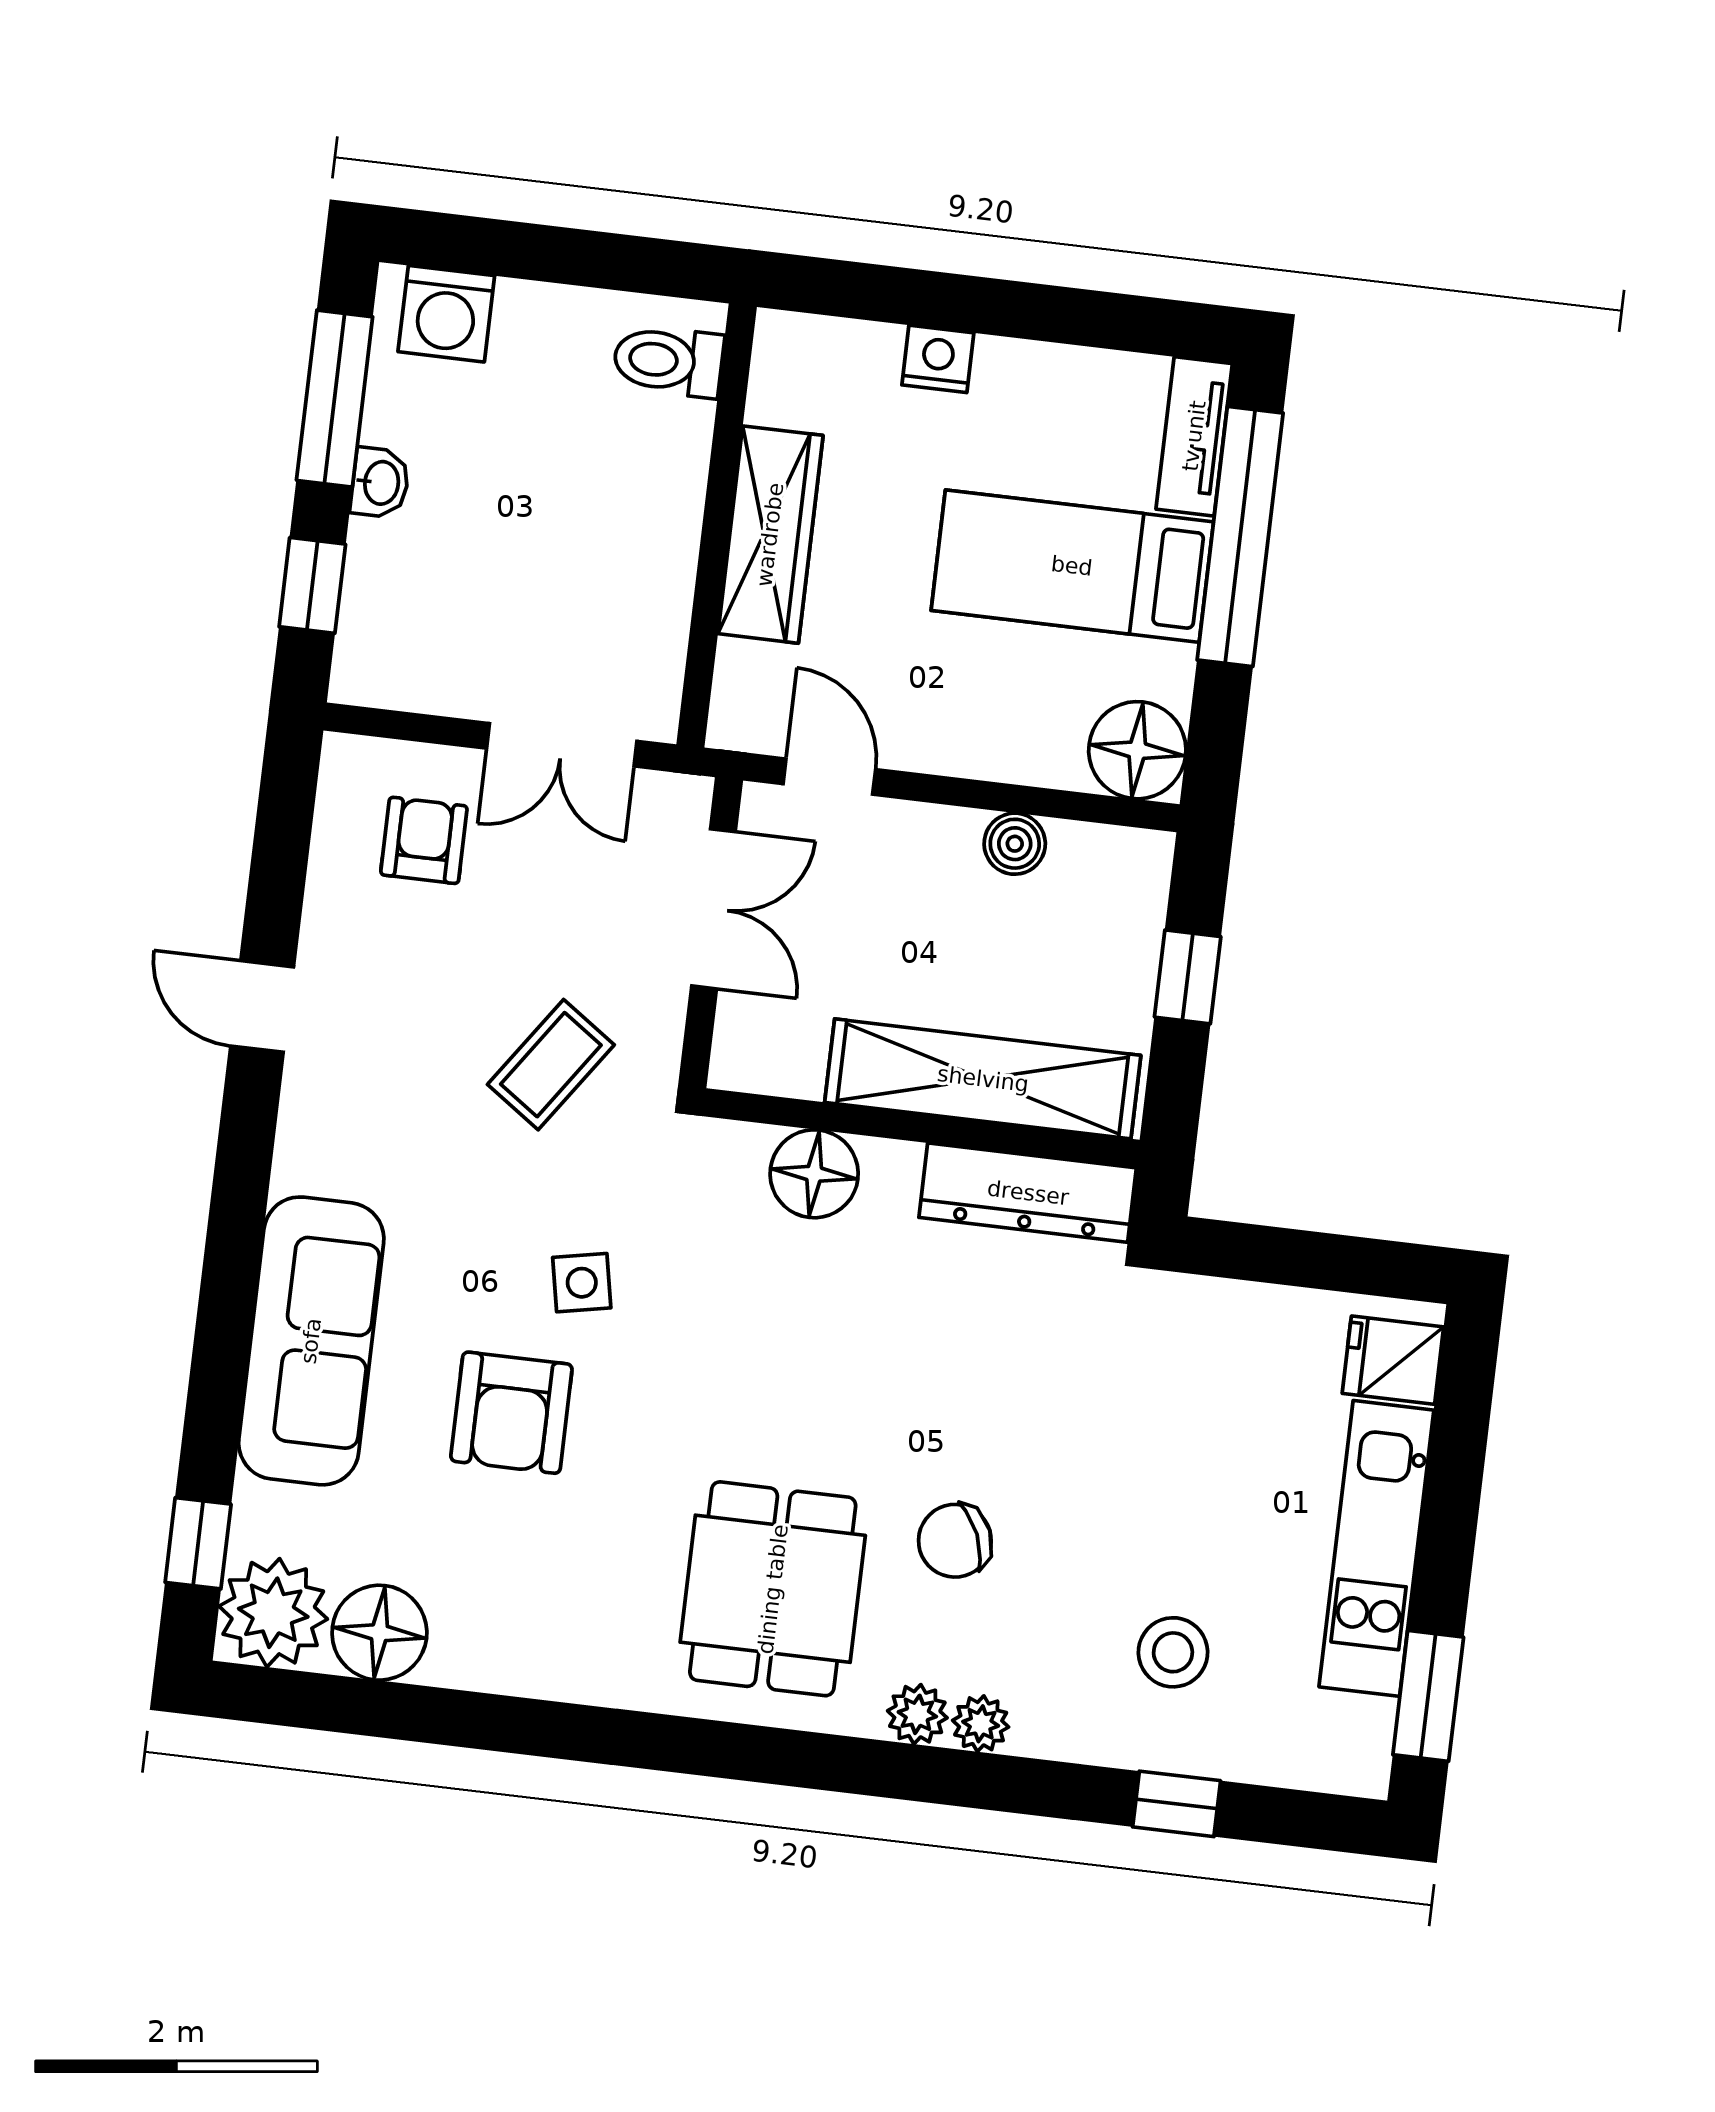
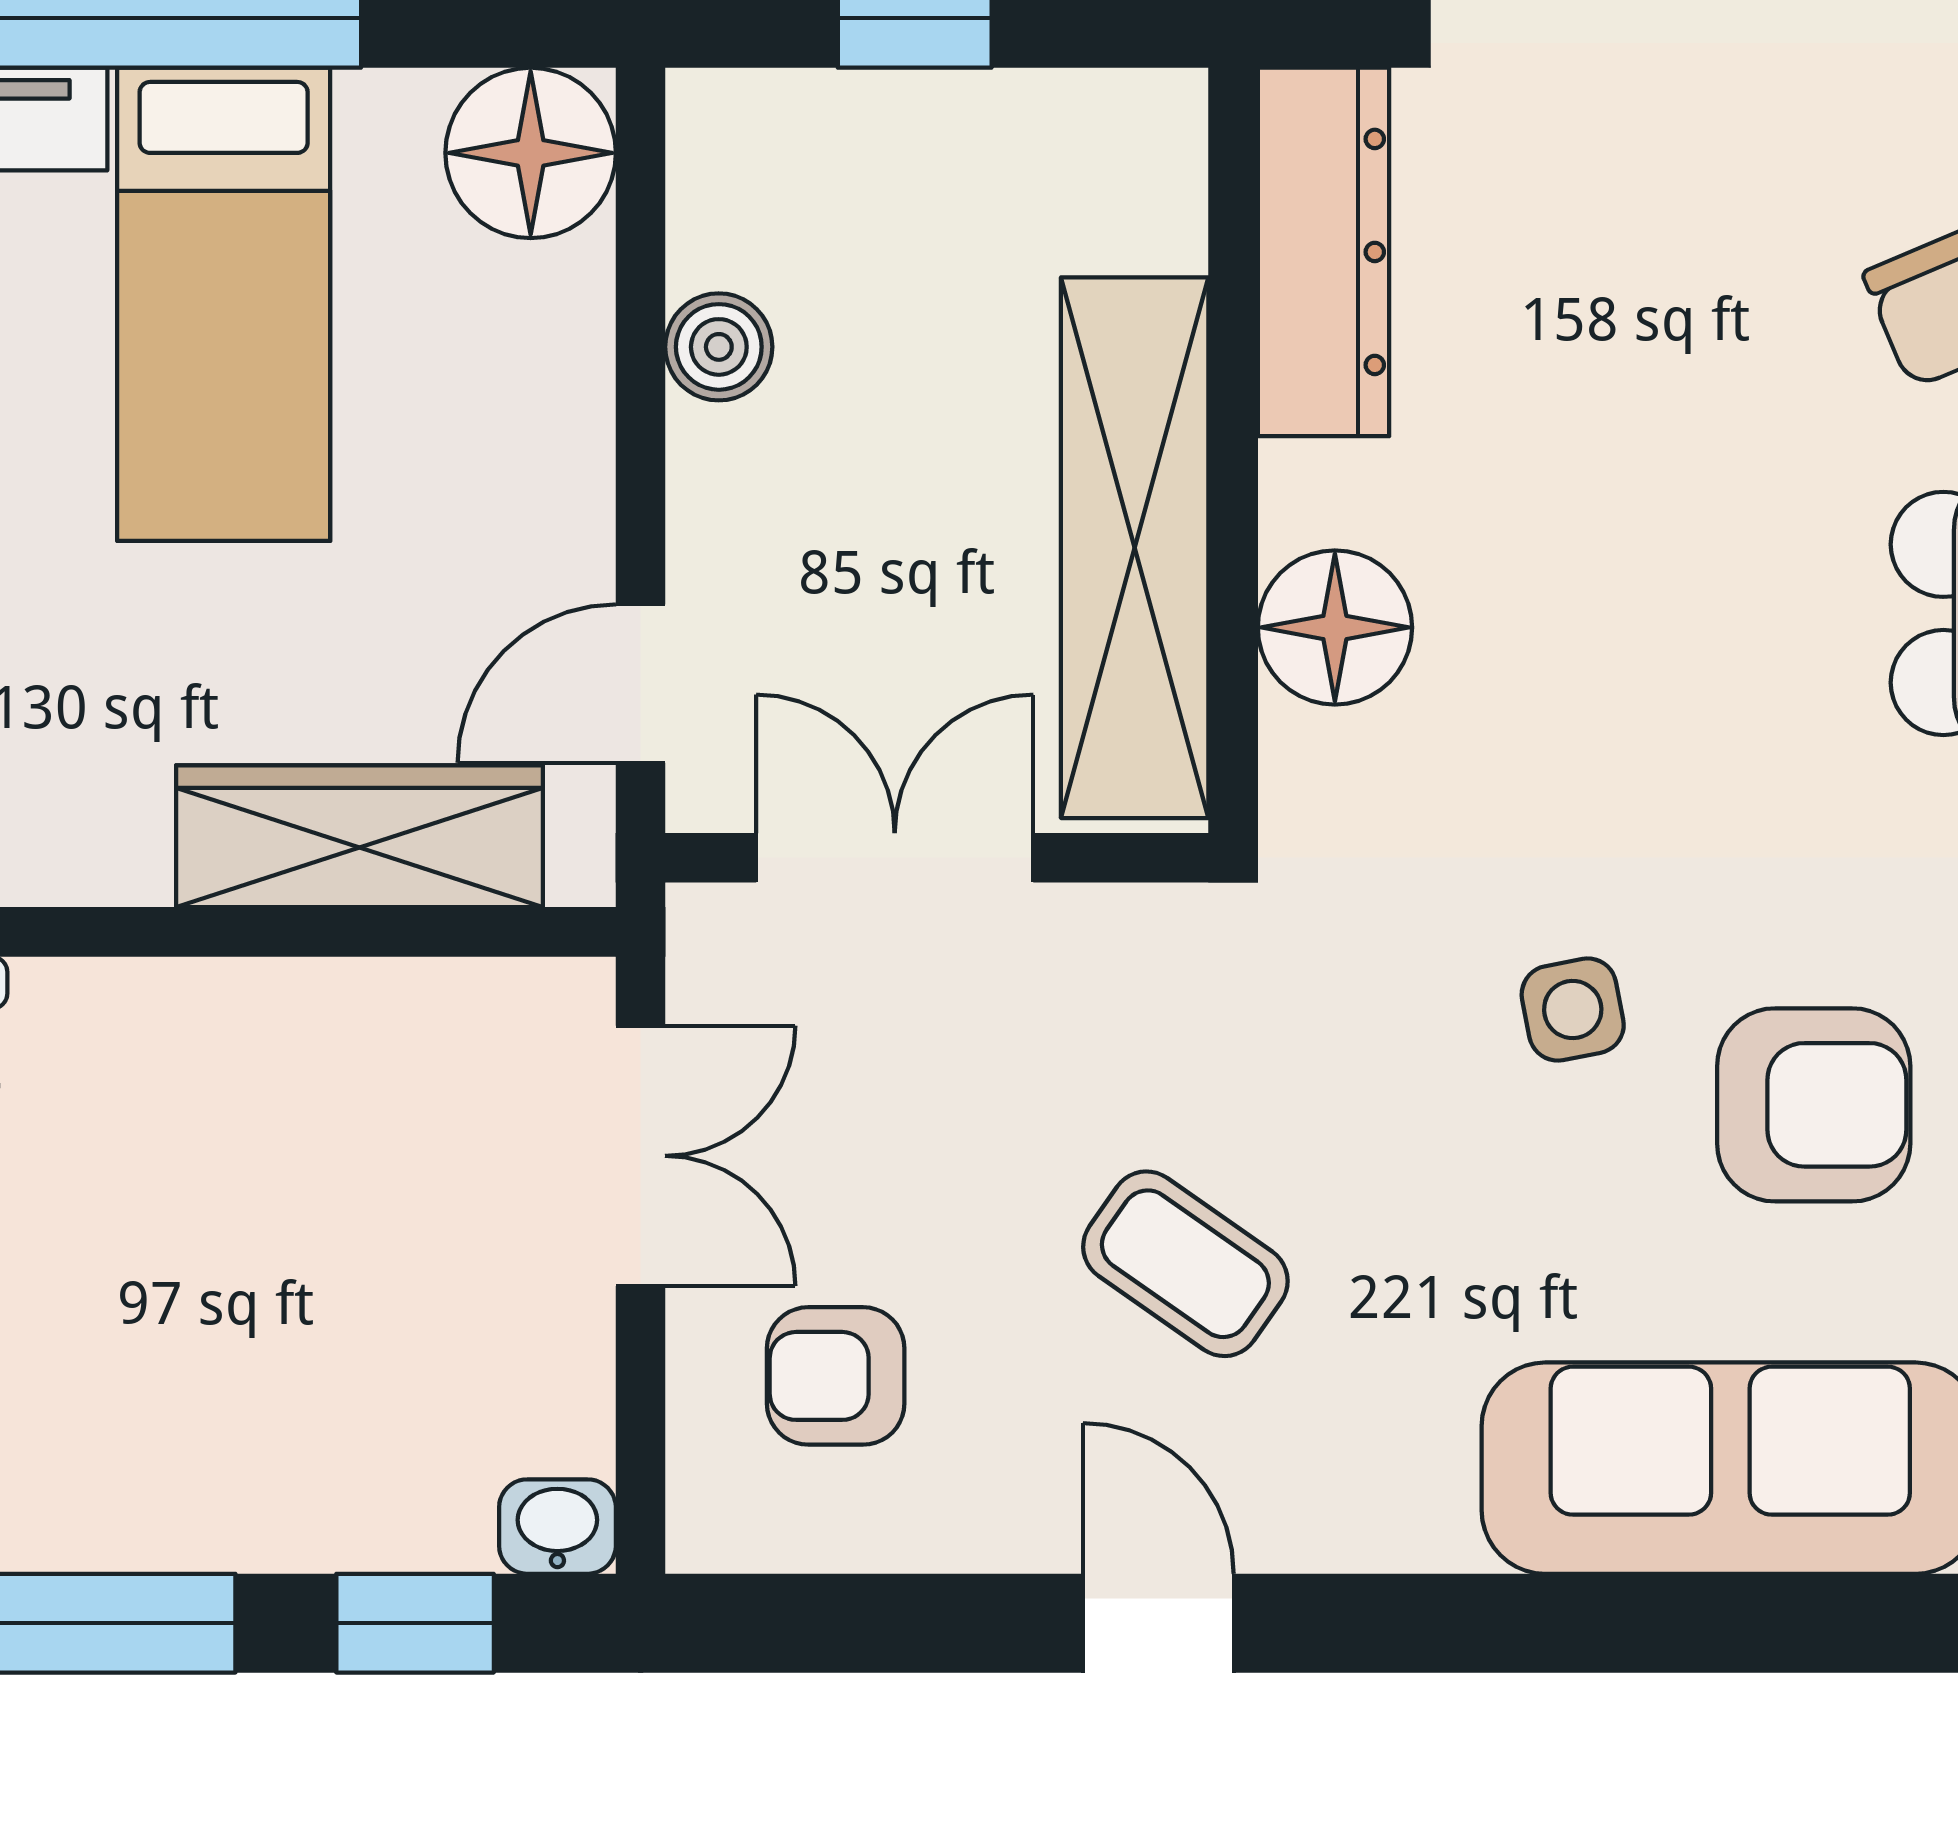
washbasin: (380, 483) -> (557, 1527), moved
wardrobe: (770, 535) -> (360, 836), moved
door: (262, 1006) -> (1158, 1623), swing flipped
coffee table: (551, 1065) -> (1185, 1264), moved
shelving: (983, 1079) -> (1135, 548), moved

